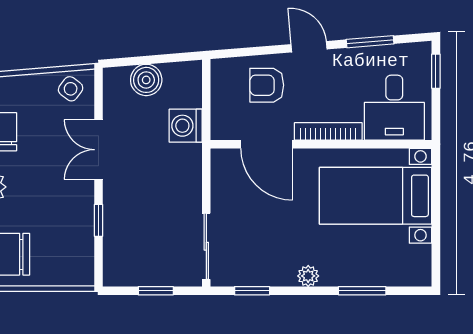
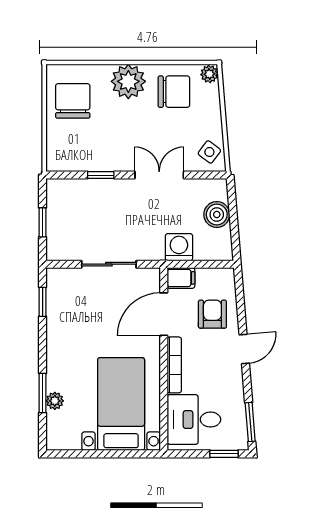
window: (370, 42) -> (250, 422), moved
filing cabinet: (223, 123) -> (181, 278), added
sliding door: (206, 246) -> (109, 264), moved
plant: (308, 276) -> (55, 401), moved

